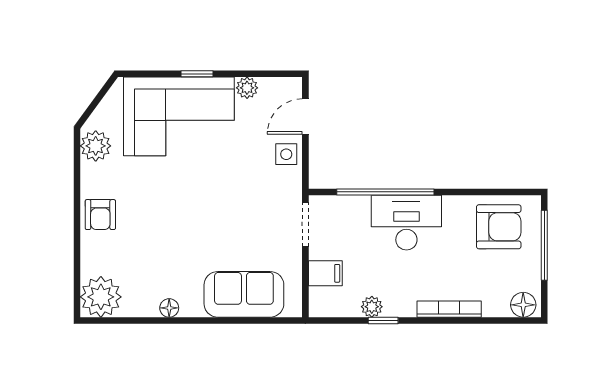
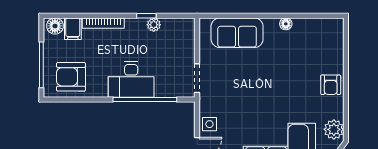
armchair: (100, 215) -> (331, 85), turned 180
filing cabinet: (325, 273) -> (73, 29), moved, turned -90
plant: (101, 297) -> (330, 31), removed

